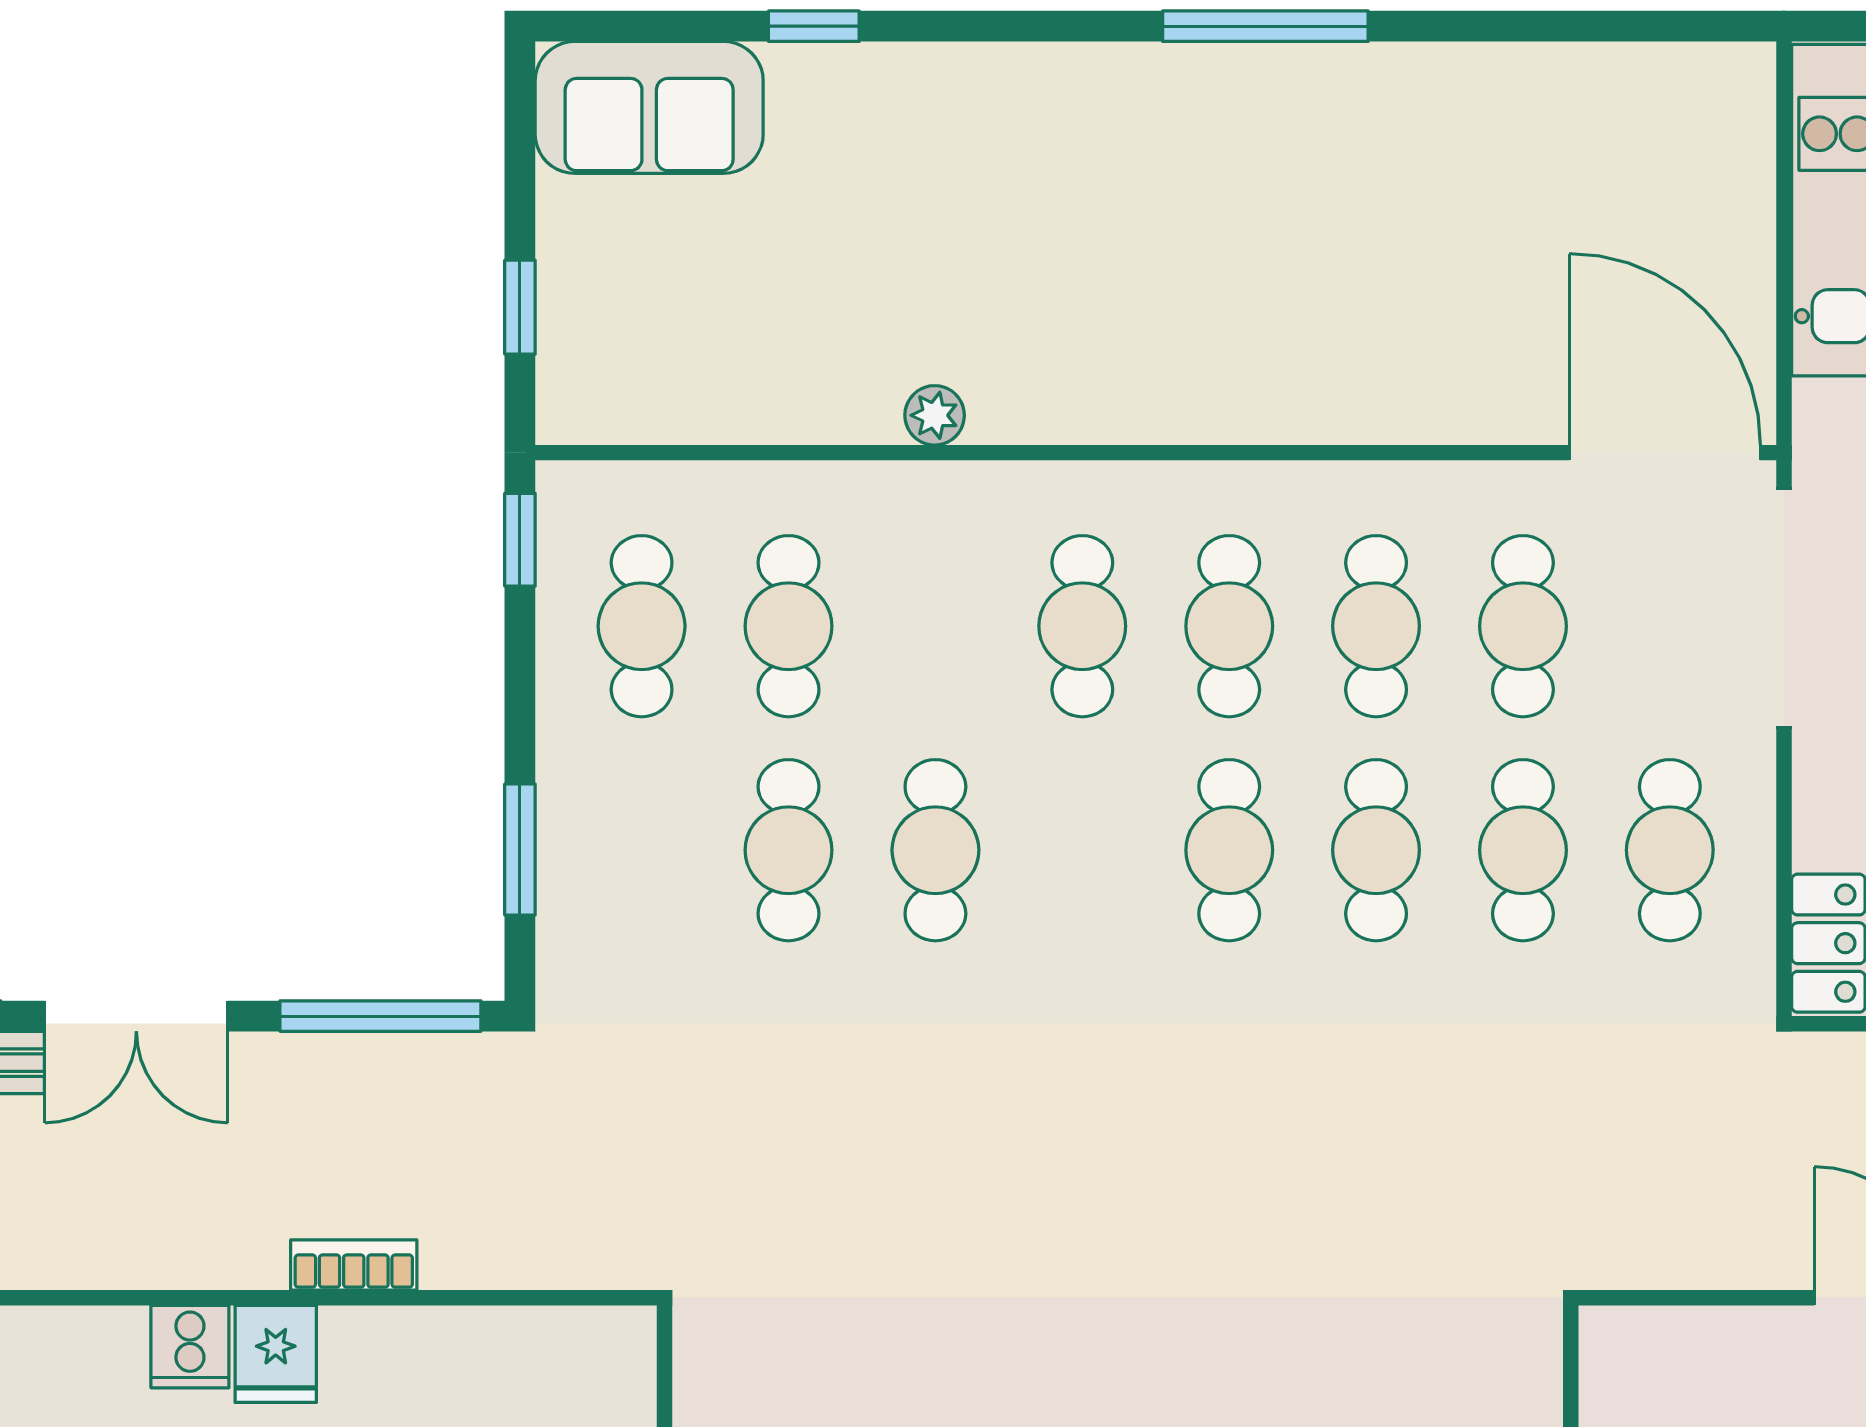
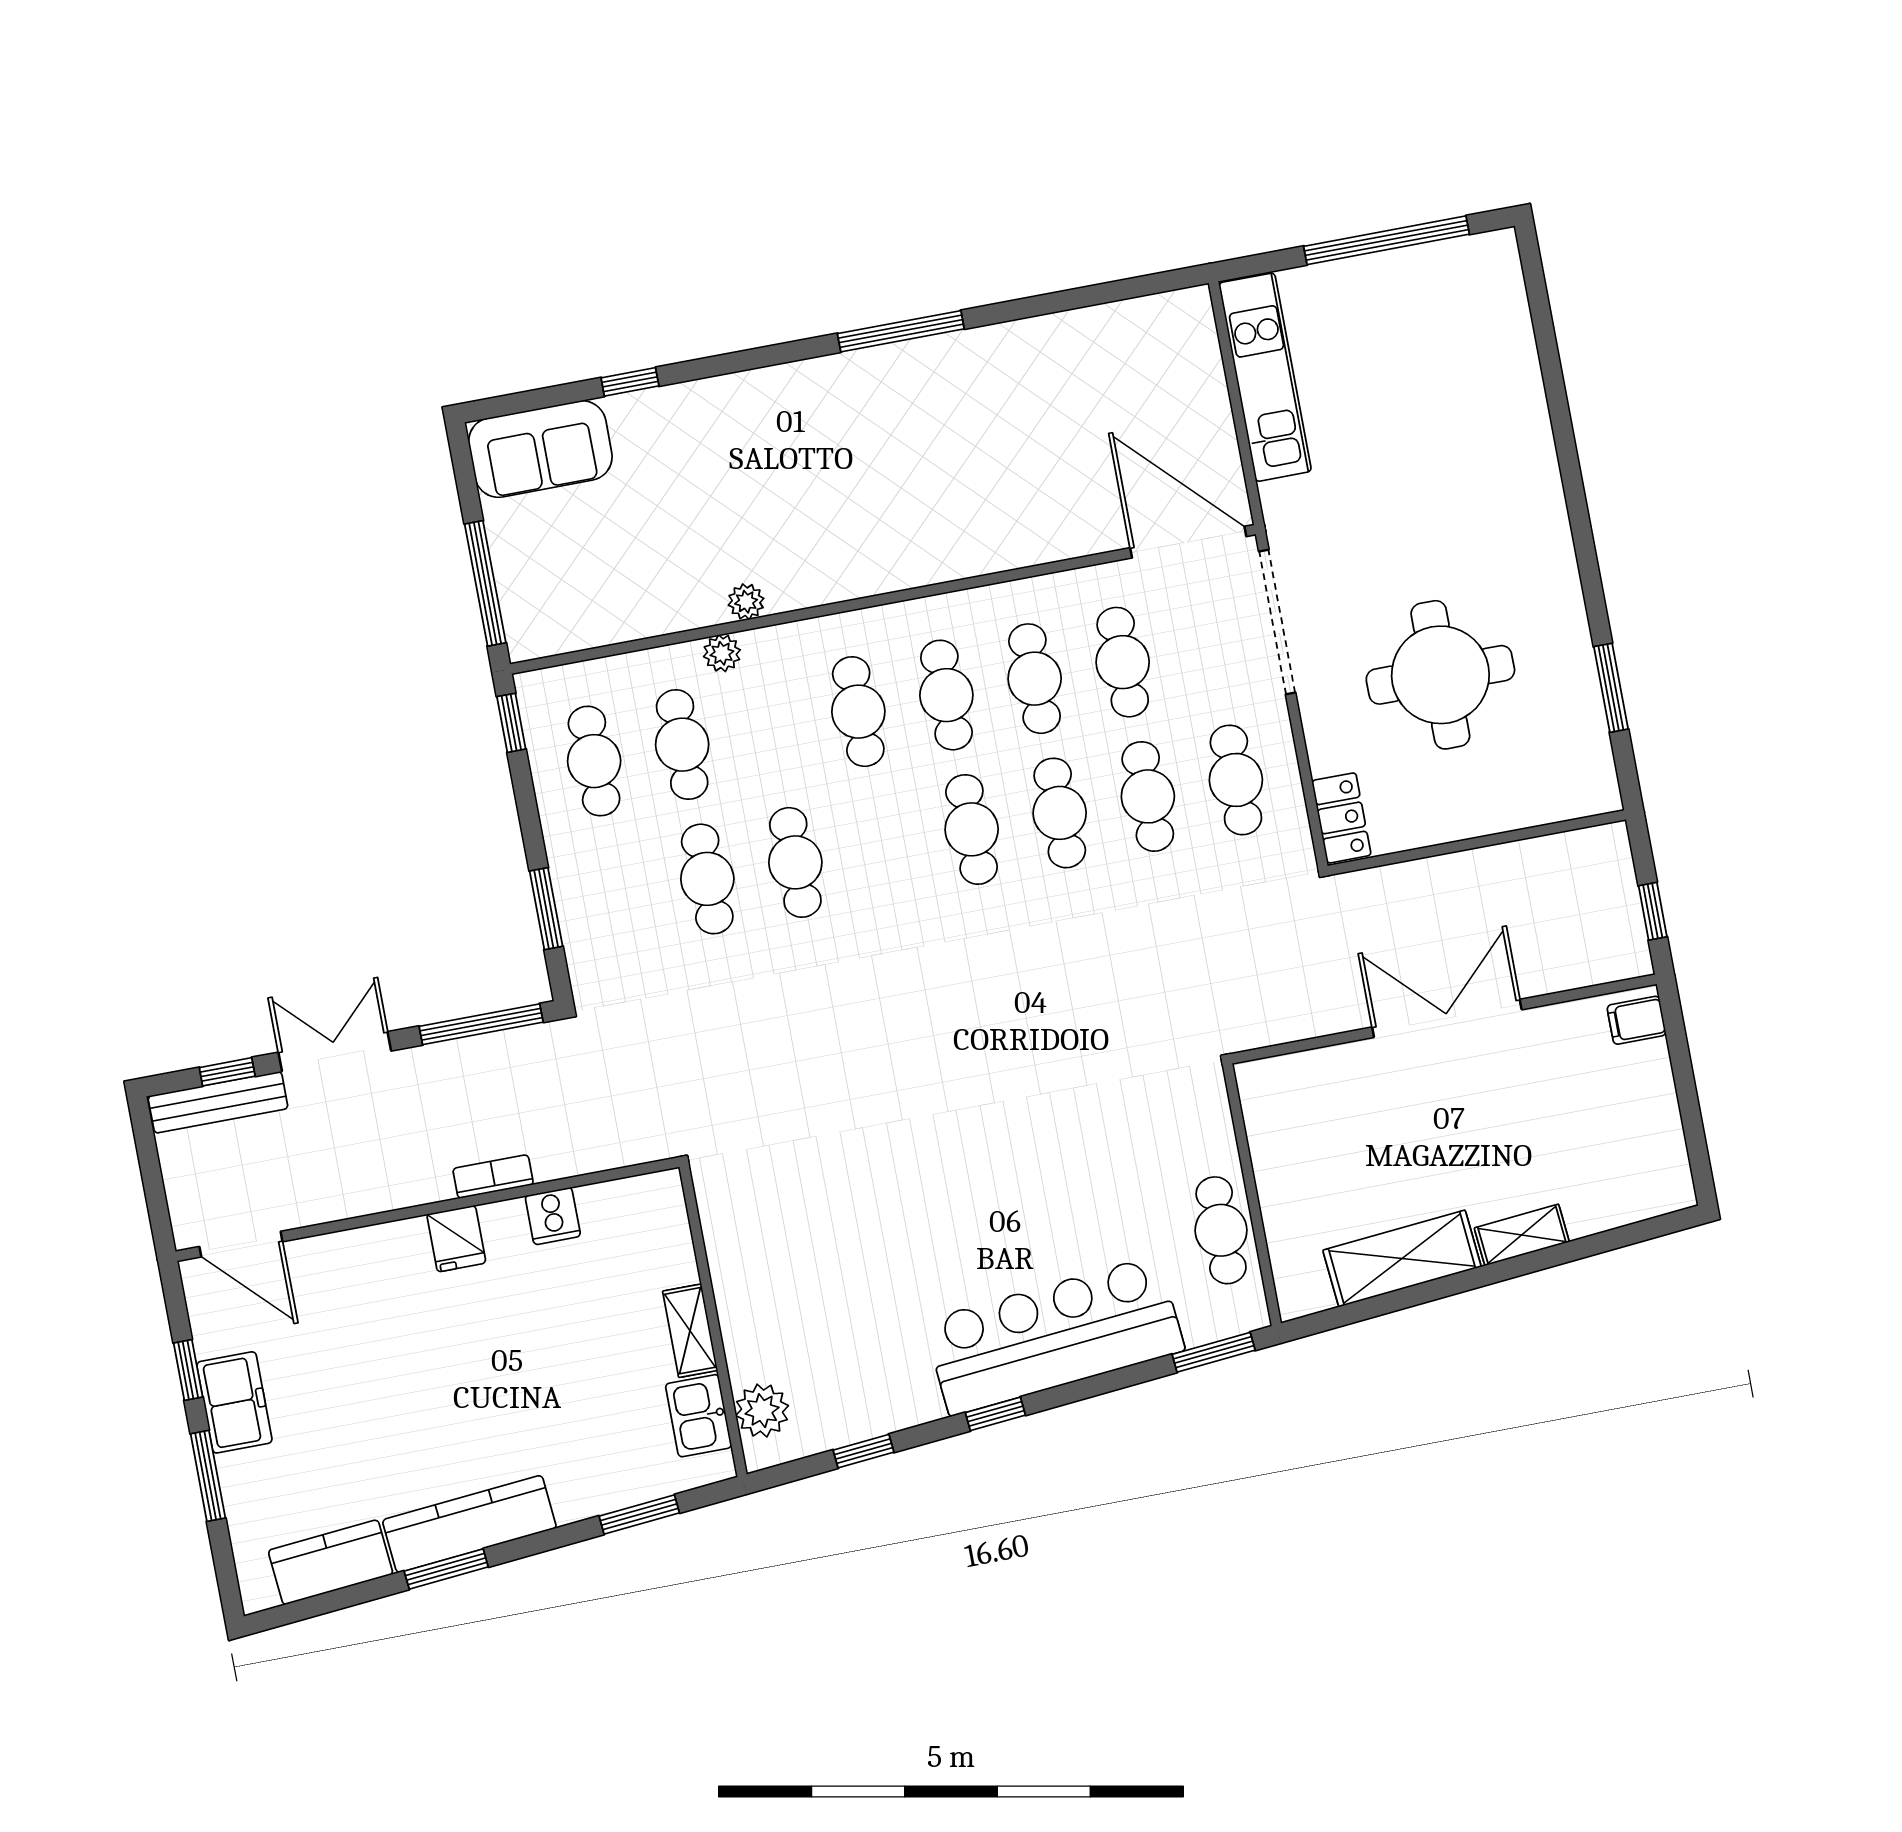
window: (520, 307) -> (485, 583), width x2.17
plant: (880, 491) -> (722, 653), added
double door: (136, 1016) -> (335, 1052), swing flipped
cooker: (190, 1347) -> (553, 1216), moved

